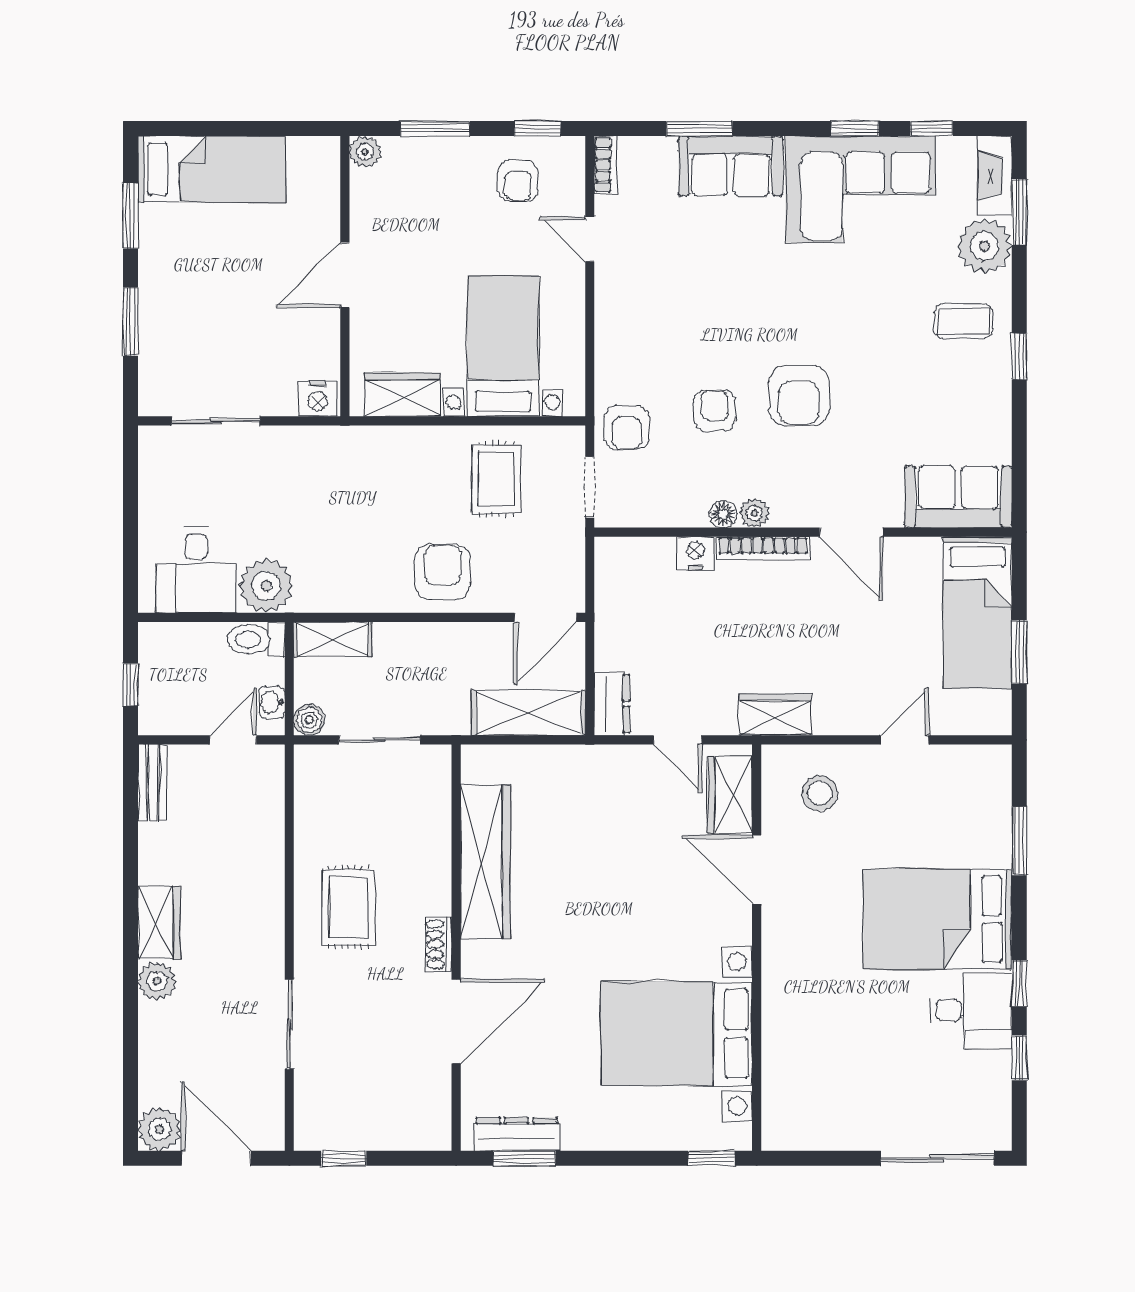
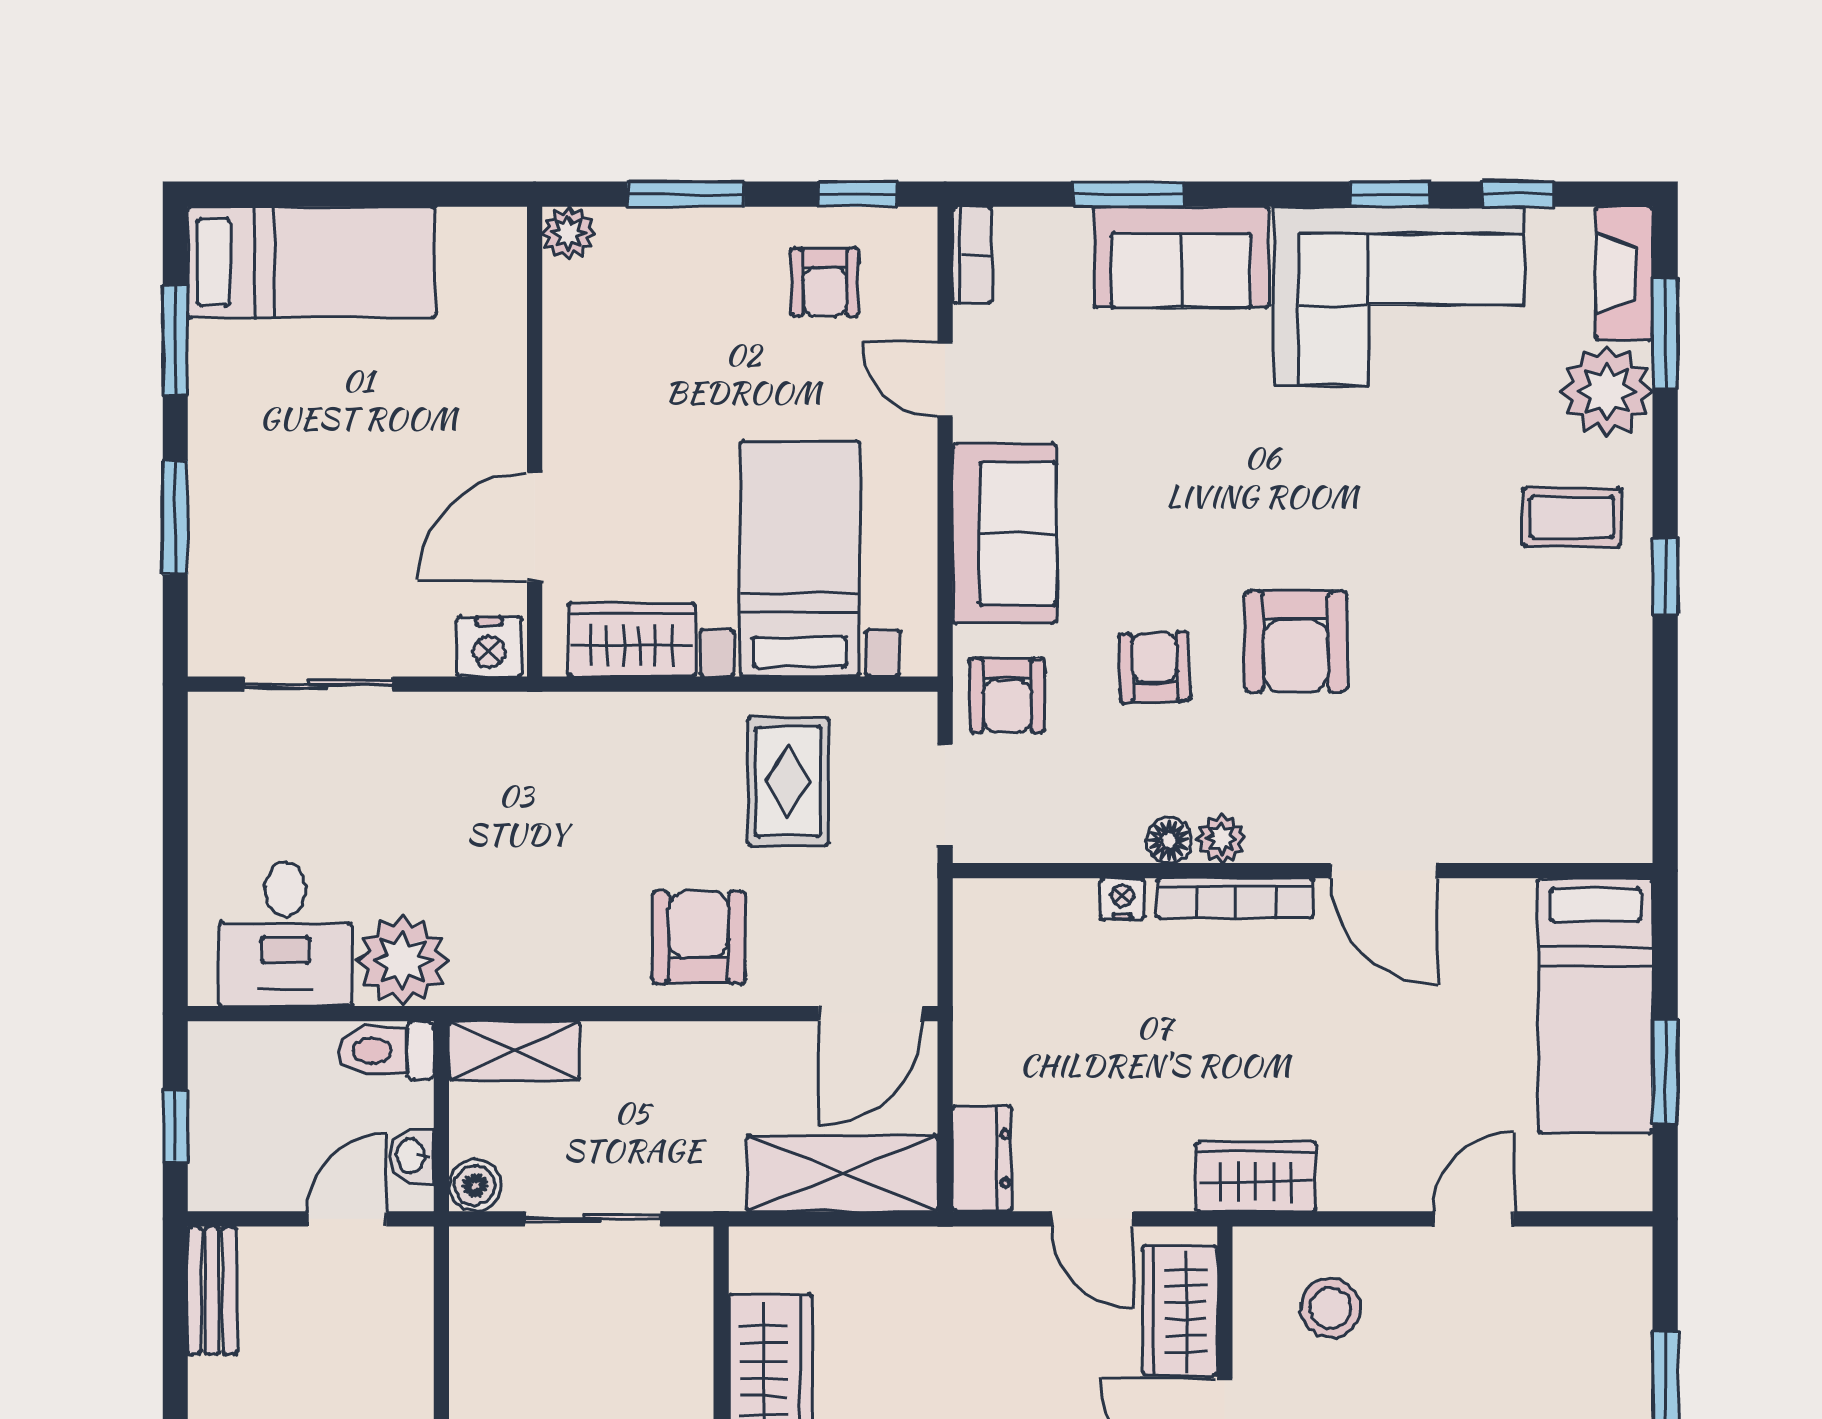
door: (345, 275) -> (535, 527), moved
sofa: (958, 497) -> (1004, 534), moved, turned 90
nightstand: (695, 553) -> (1122, 899), width x0.72, depth x0.74

